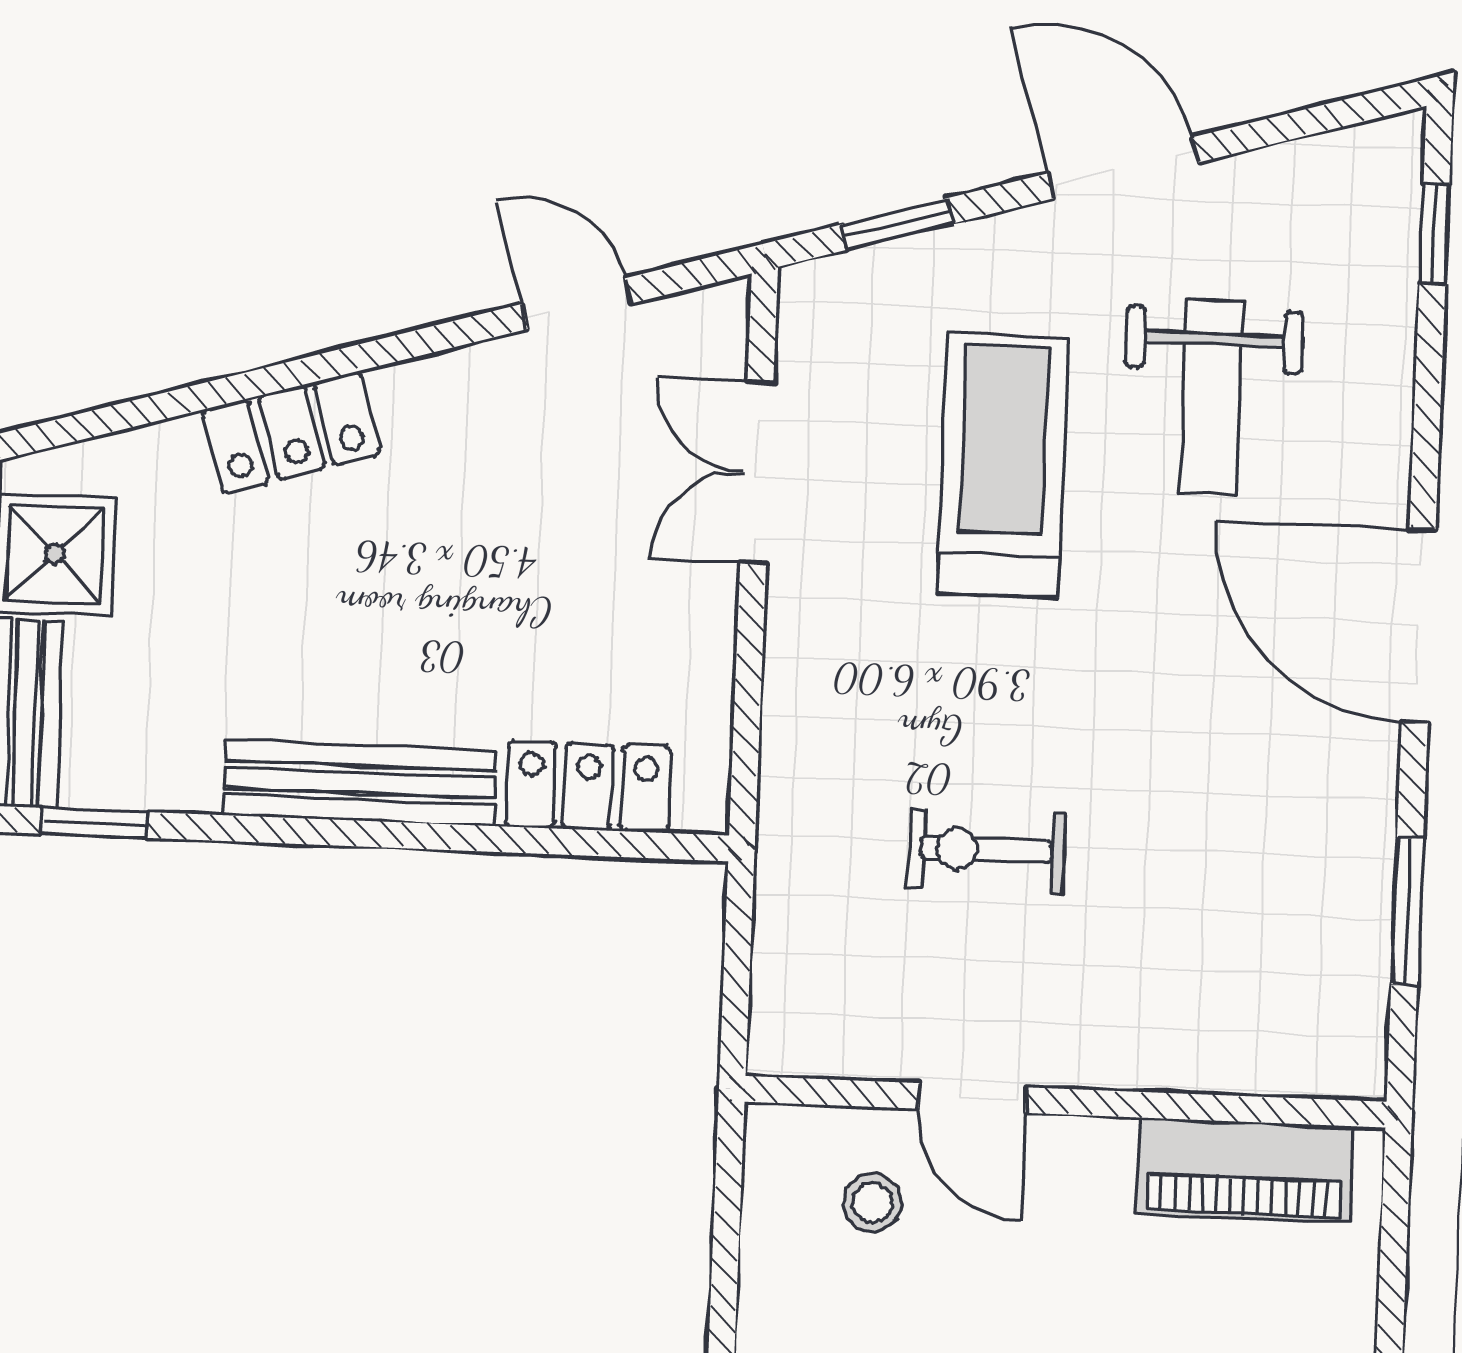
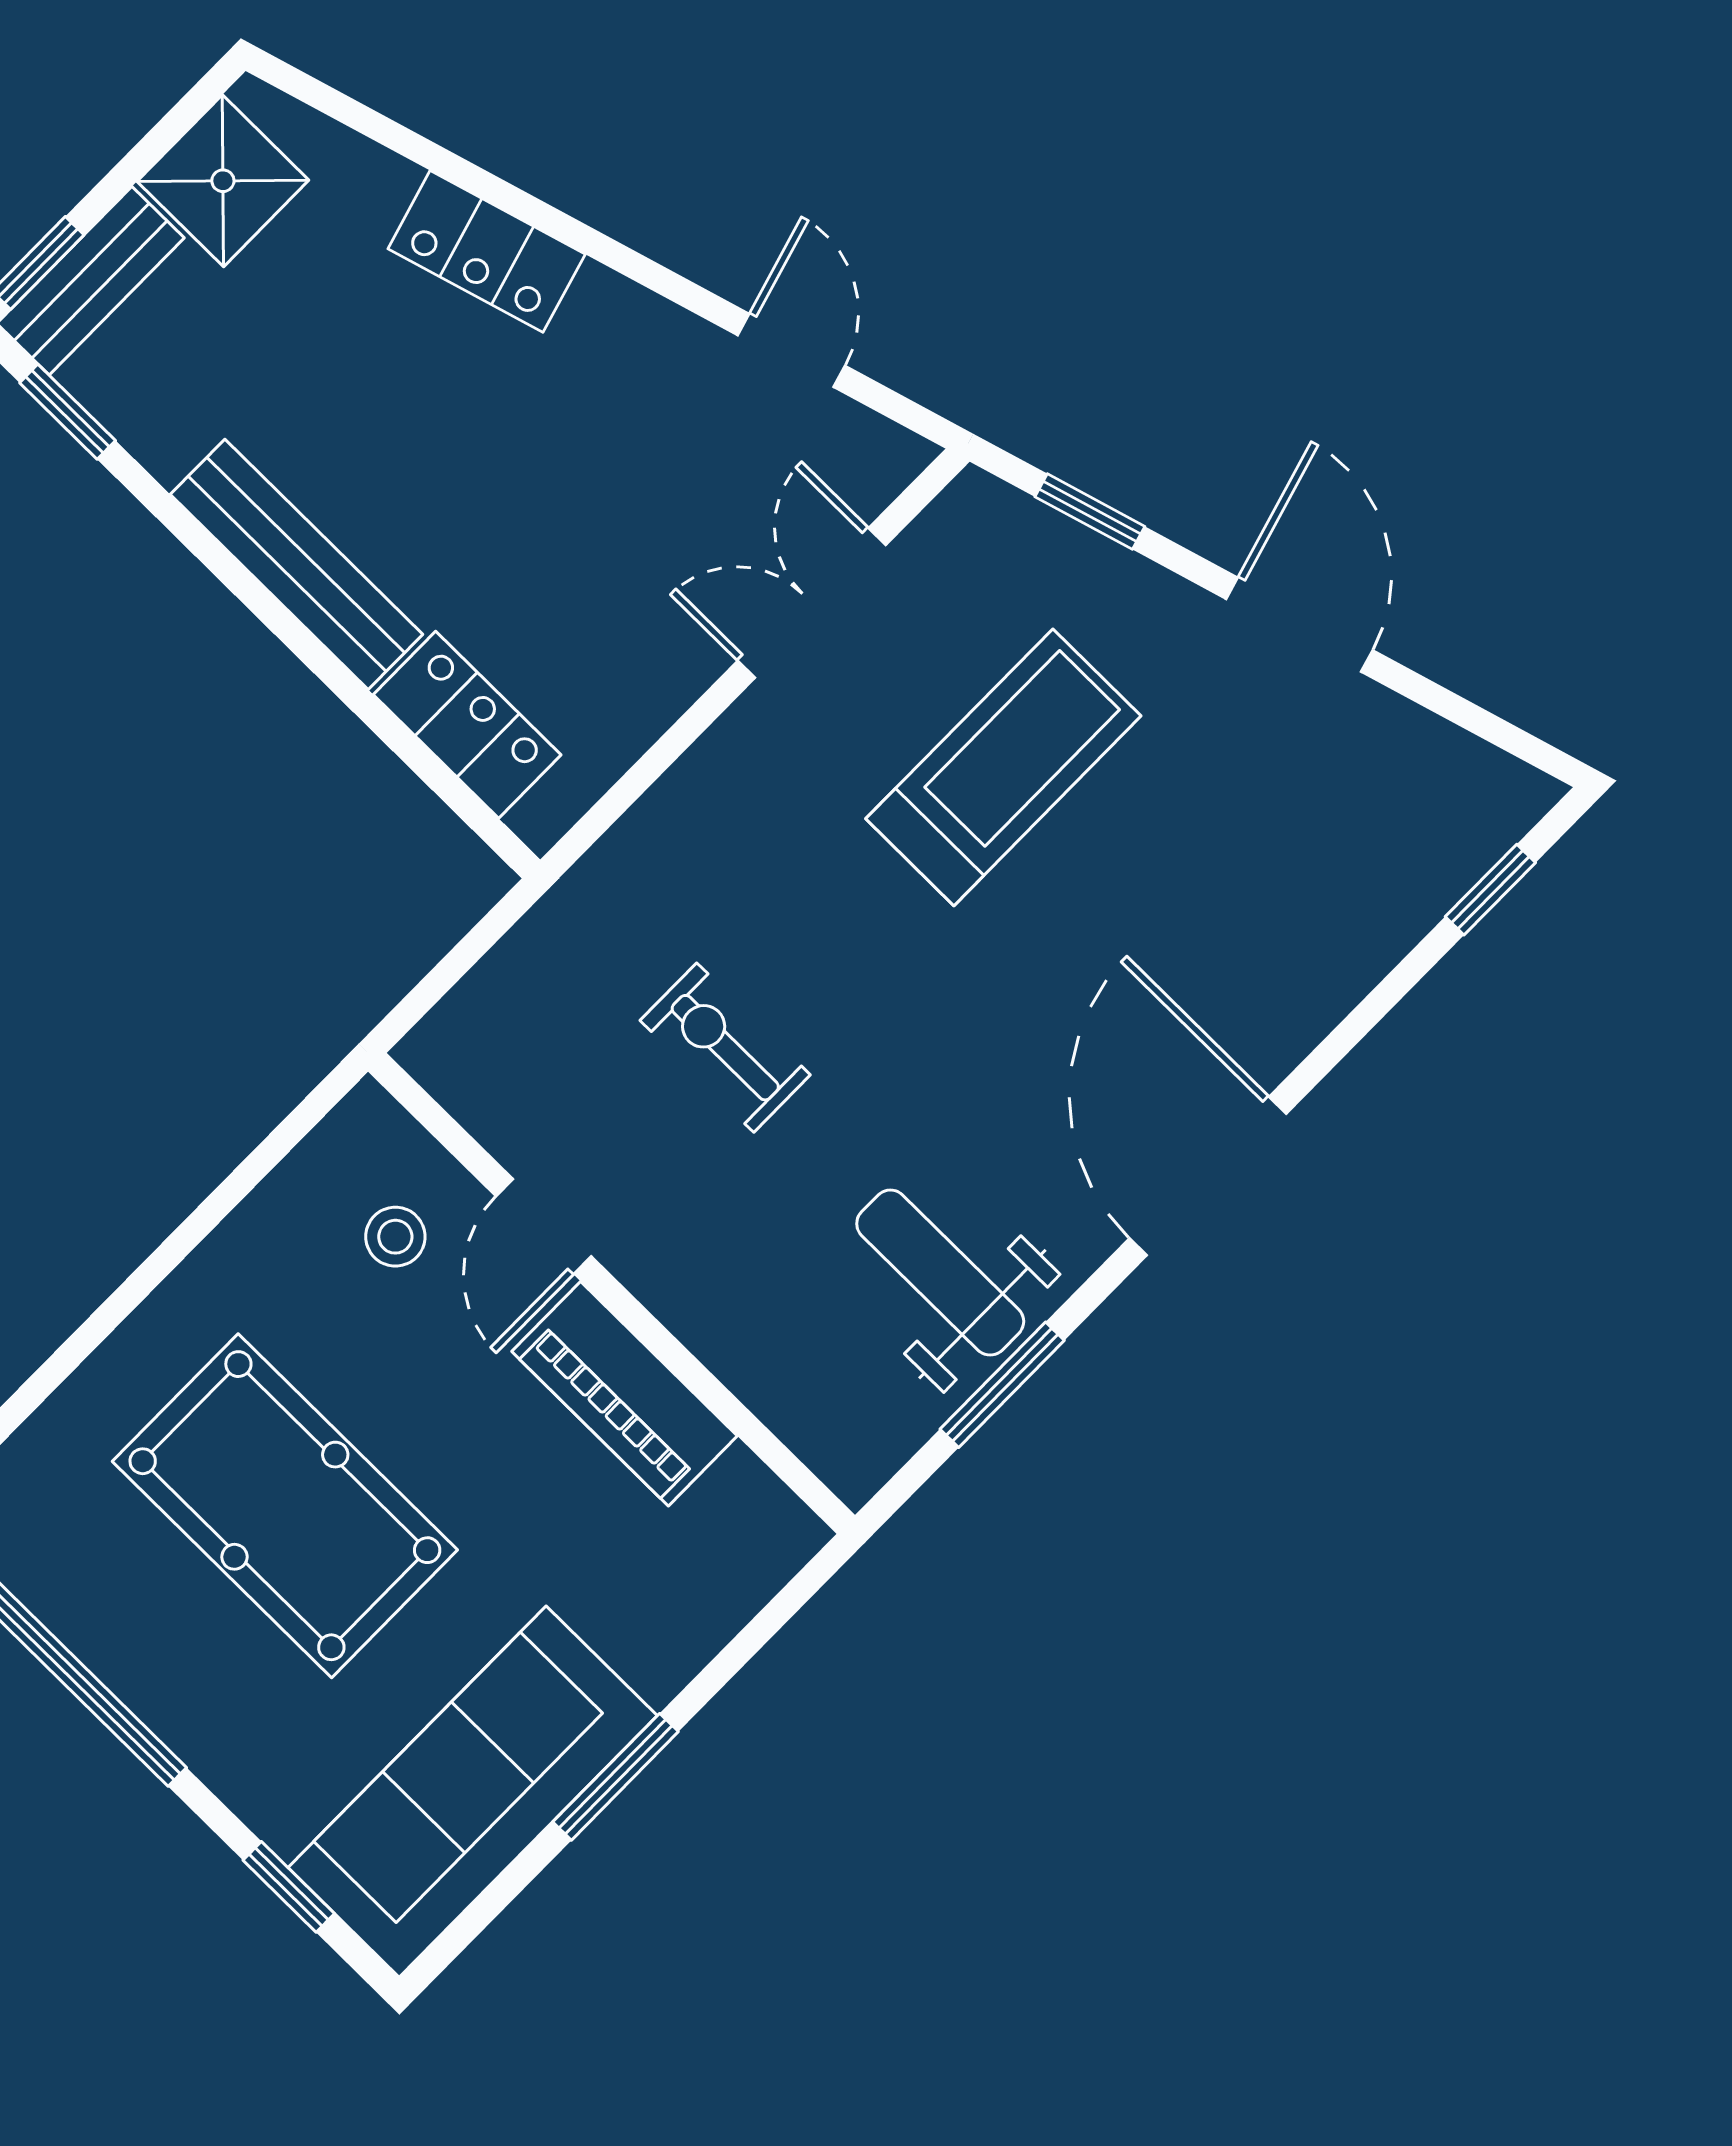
weight bench: (1212, 397) -> (940, 1273), moved, turned 90
piano: (1245, 1170) -> (625, 1394), moved

